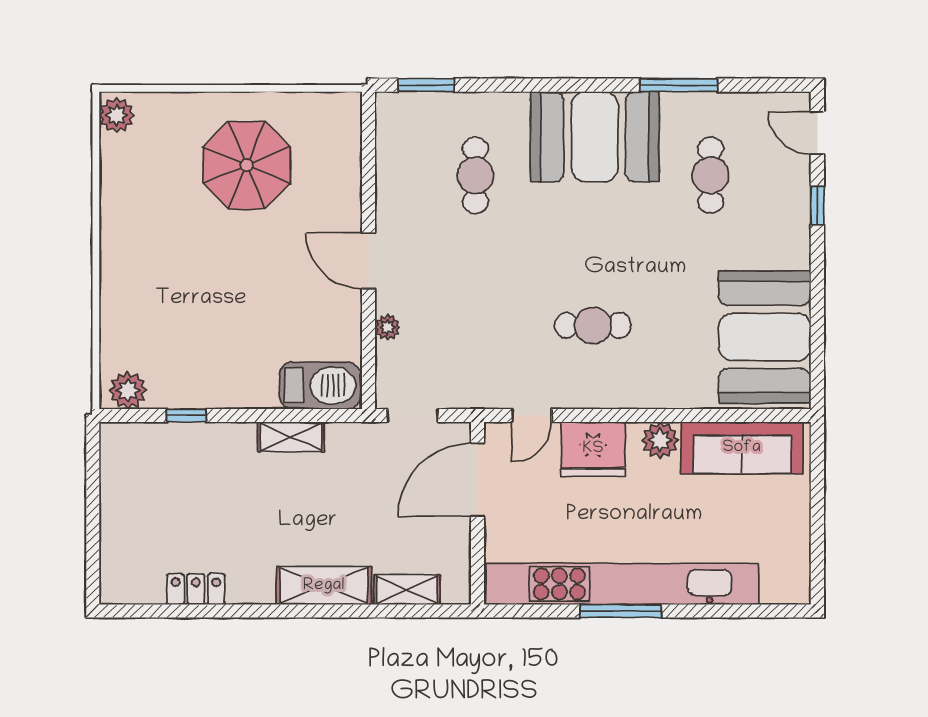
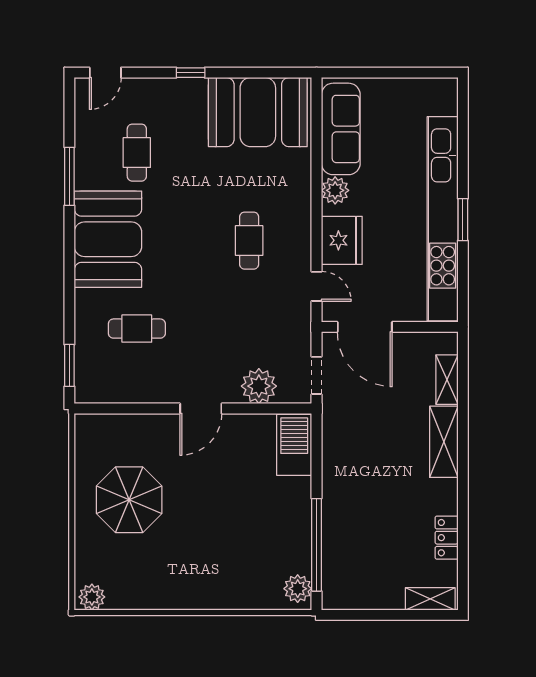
cafe table: (711, 175) -> (137, 153), turned 90
window: (817, 205) -> (191, 73), moved
plant: (388, 327) -> (259, 386), width x1.88, depth x1.88
window: (186, 415) -> (317, 545), width x3.17
shelving: (291, 437) -> (430, 599), moved, turned 90
window: (621, 611) -> (463, 220), width x0.69

